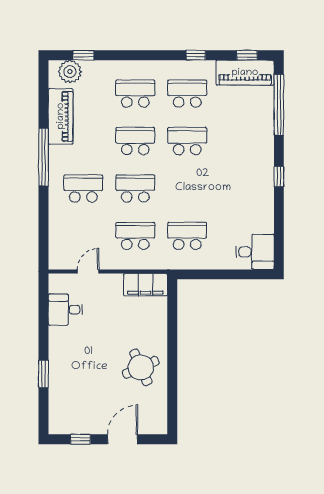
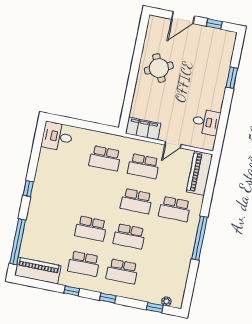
window: (247, 55) -> (108, 298), moved
plant: (70, 72) -> (166, 301), width x0.53, depth x0.53
piano: (61, 116) -> (199, 173), moved
door: (88, 271) -> (173, 145), moved

